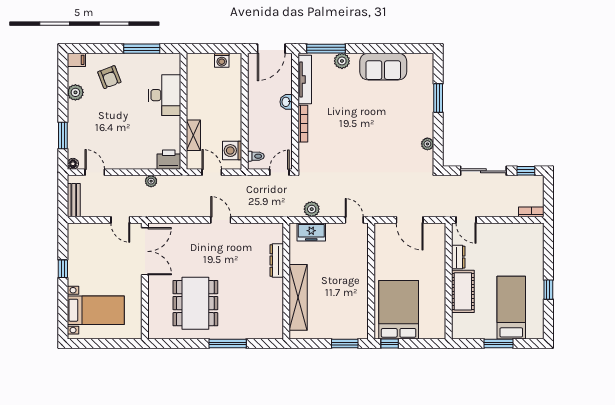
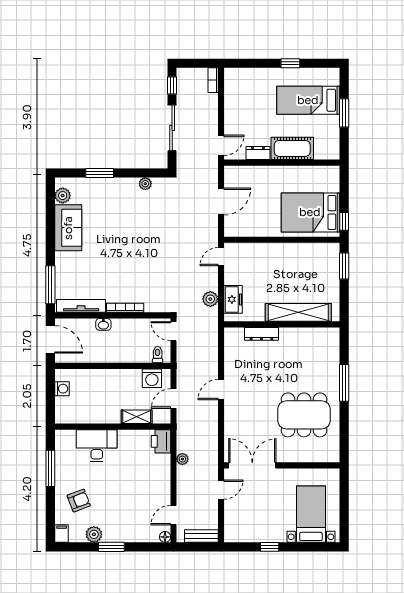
plant: (342, 61) -> (63, 196), moved
window: (63, 136) -> (111, 547), moved

